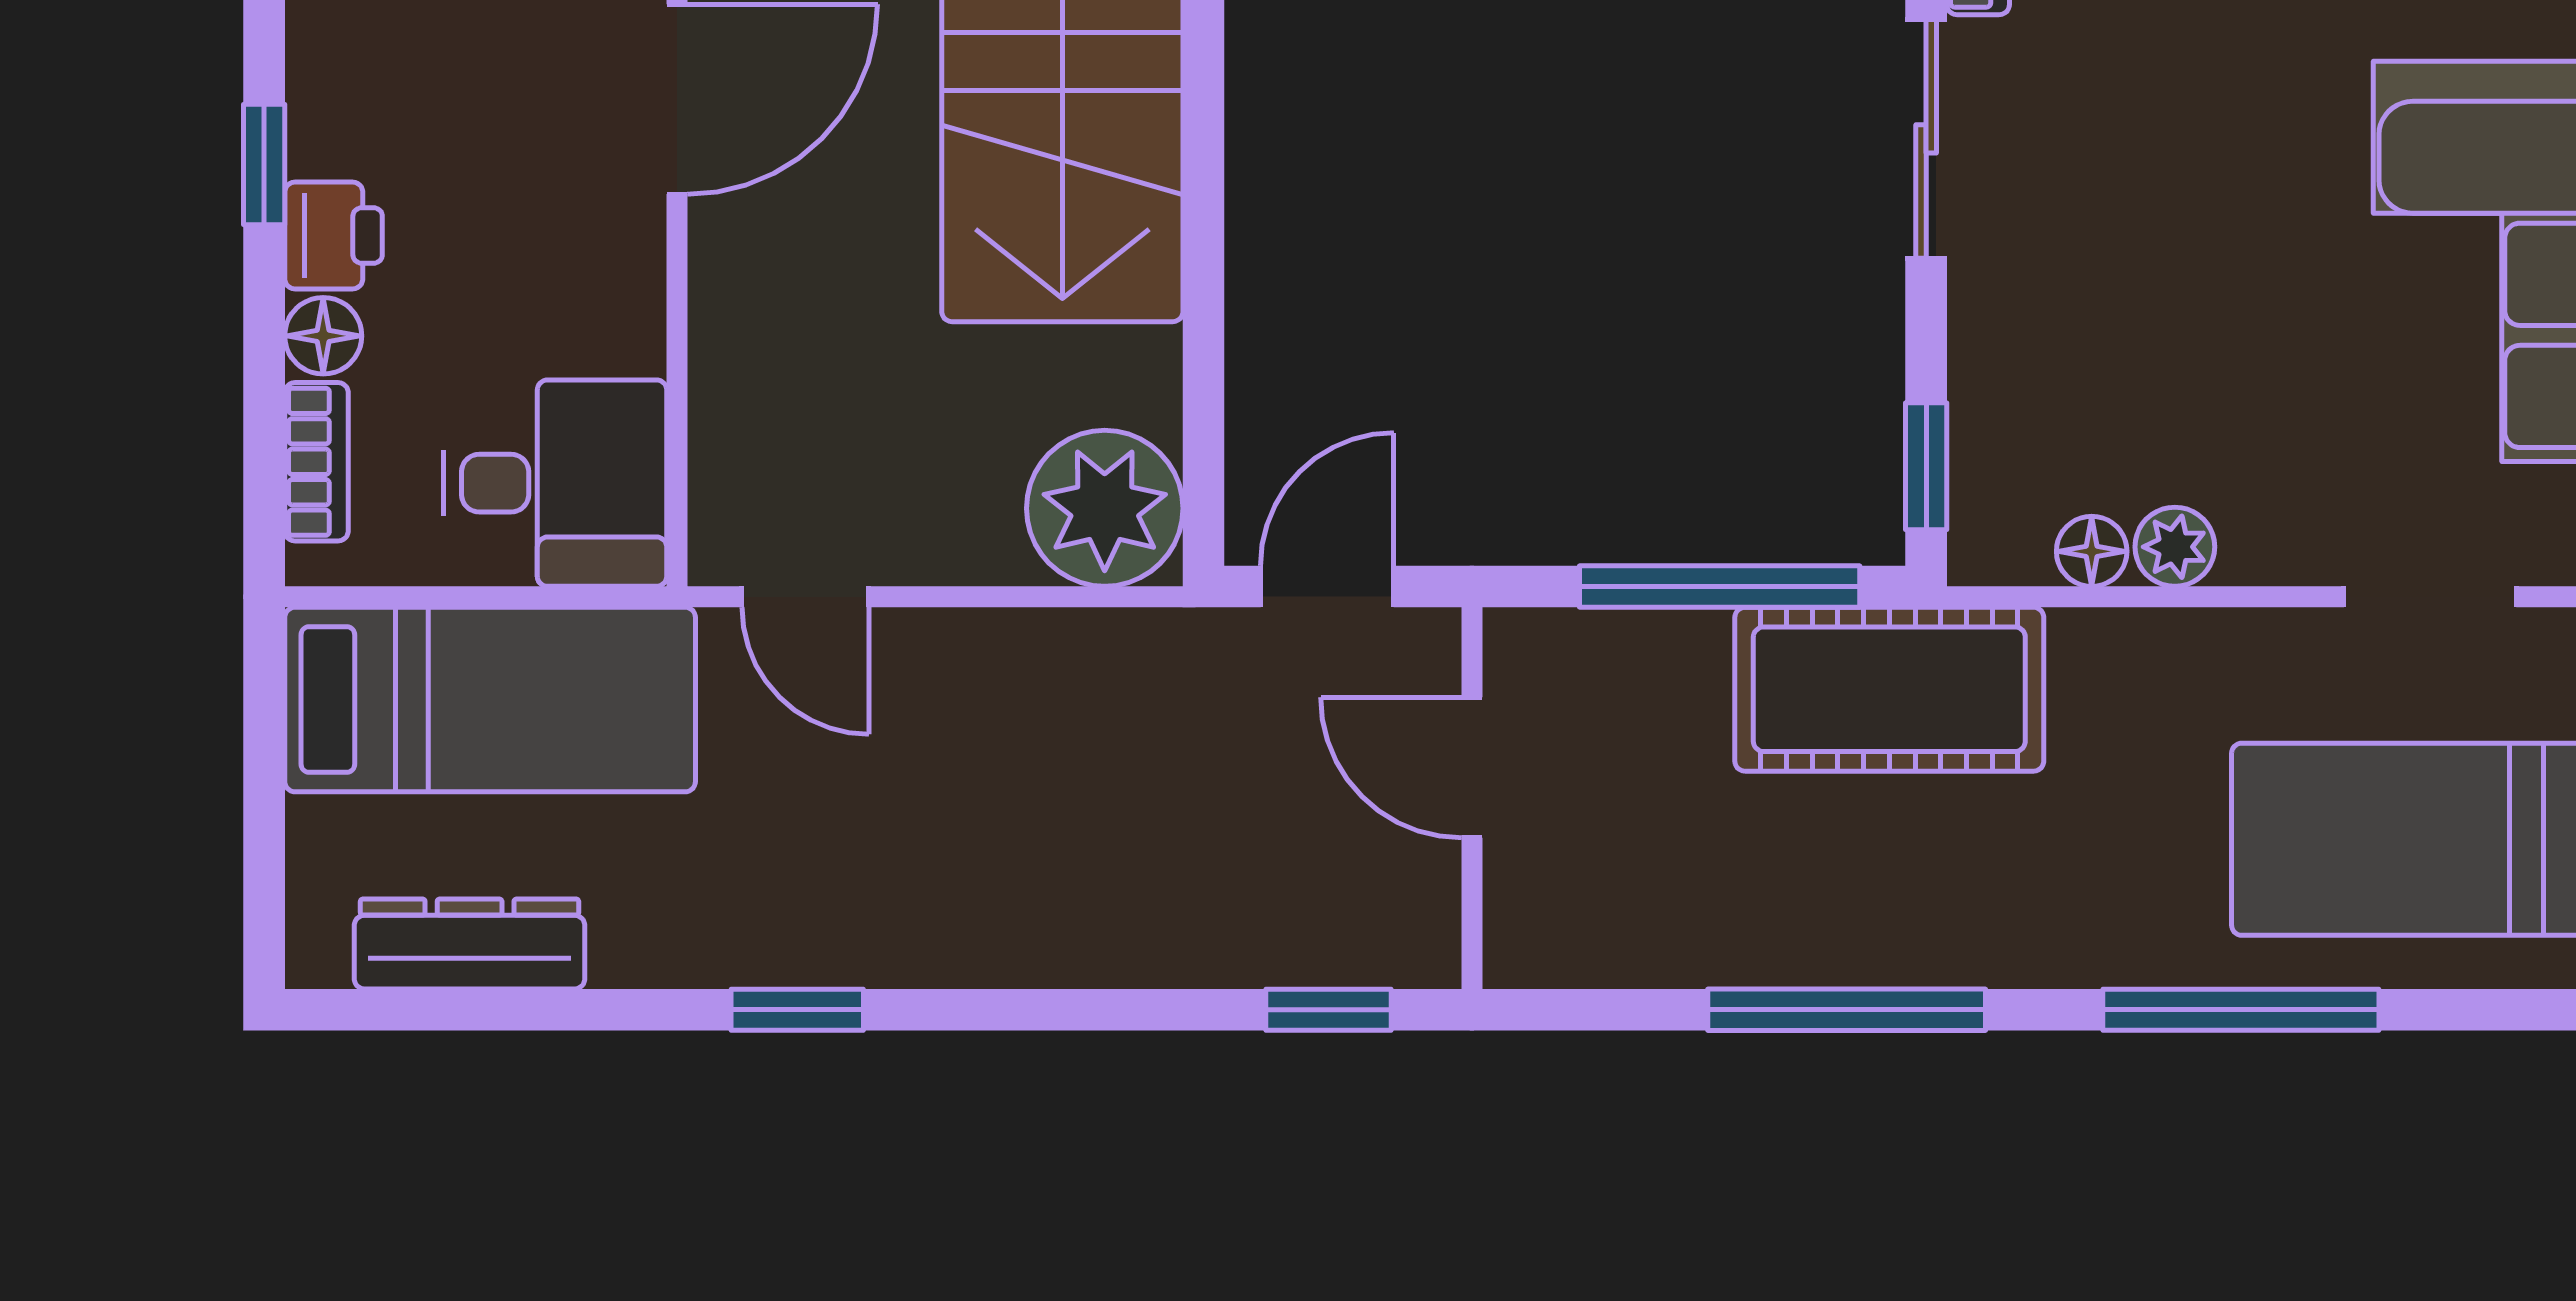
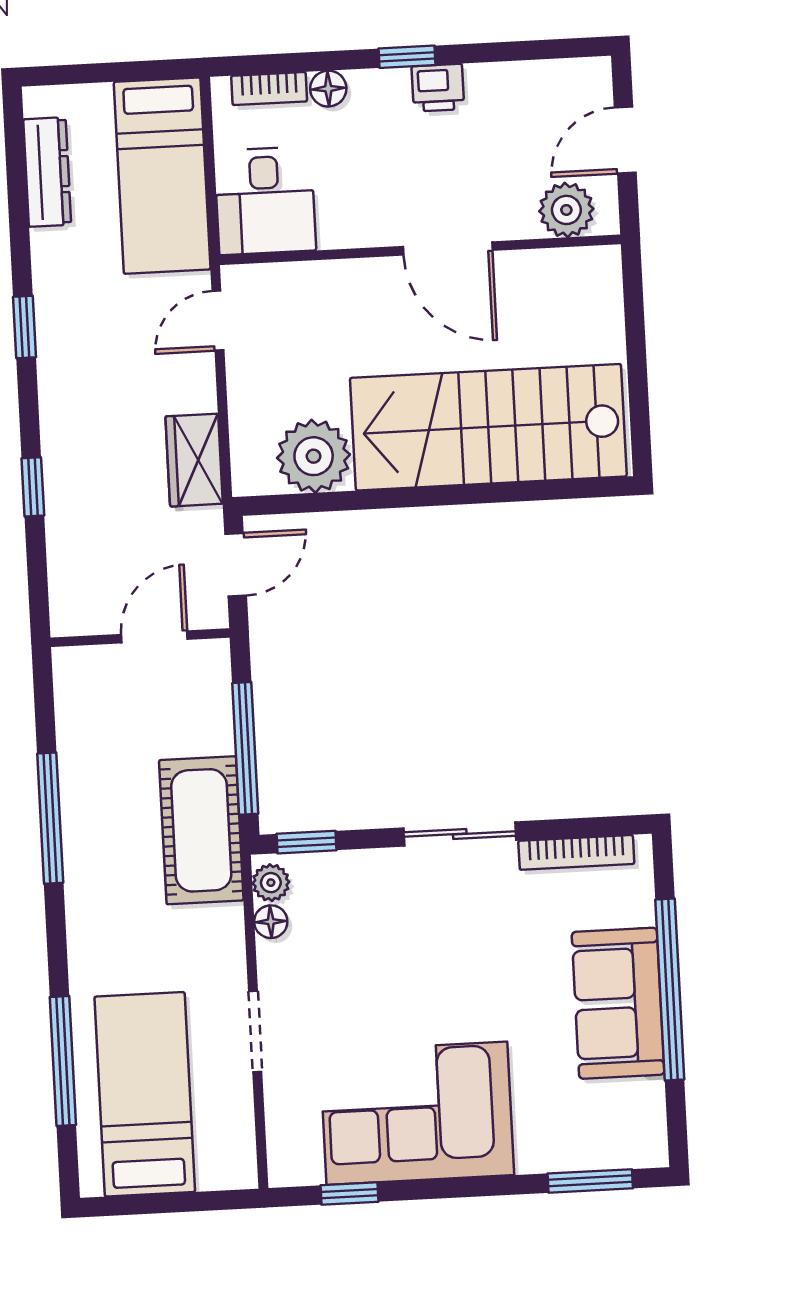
printer: (334, 235) -> (438, 88), moved
plant: (1105, 508) -> (314, 456), moved
plant: (2175, 547) -> (271, 883), moved
door: (1327, 586) -> (236, 565), hinge flipped
doorway: (2430, 597) -> (255, 1032), moved
wardrobe: (1100, 663) -> (194, 460), added
window: (1329, 1010) -> (33, 487), moved
window: (2241, 1010) -> (63, 1061), moved

